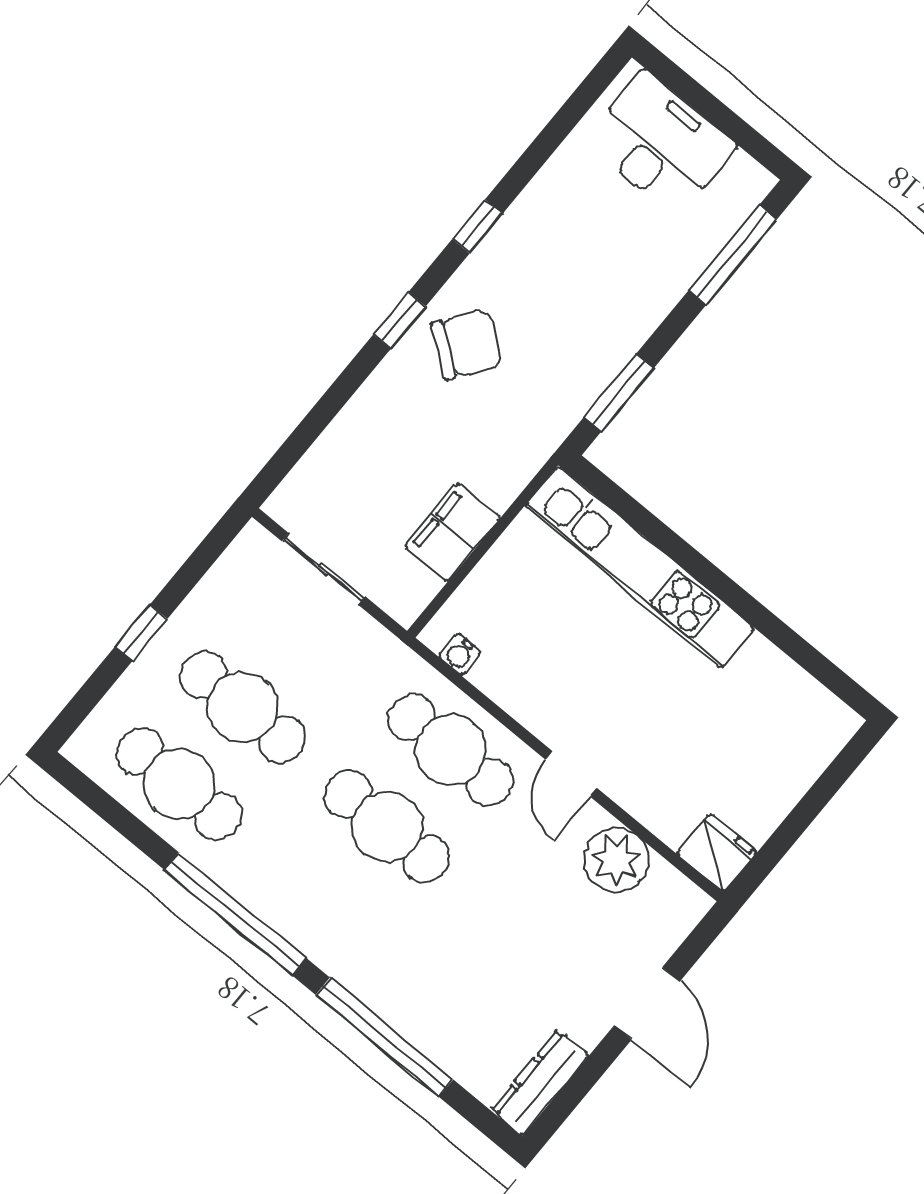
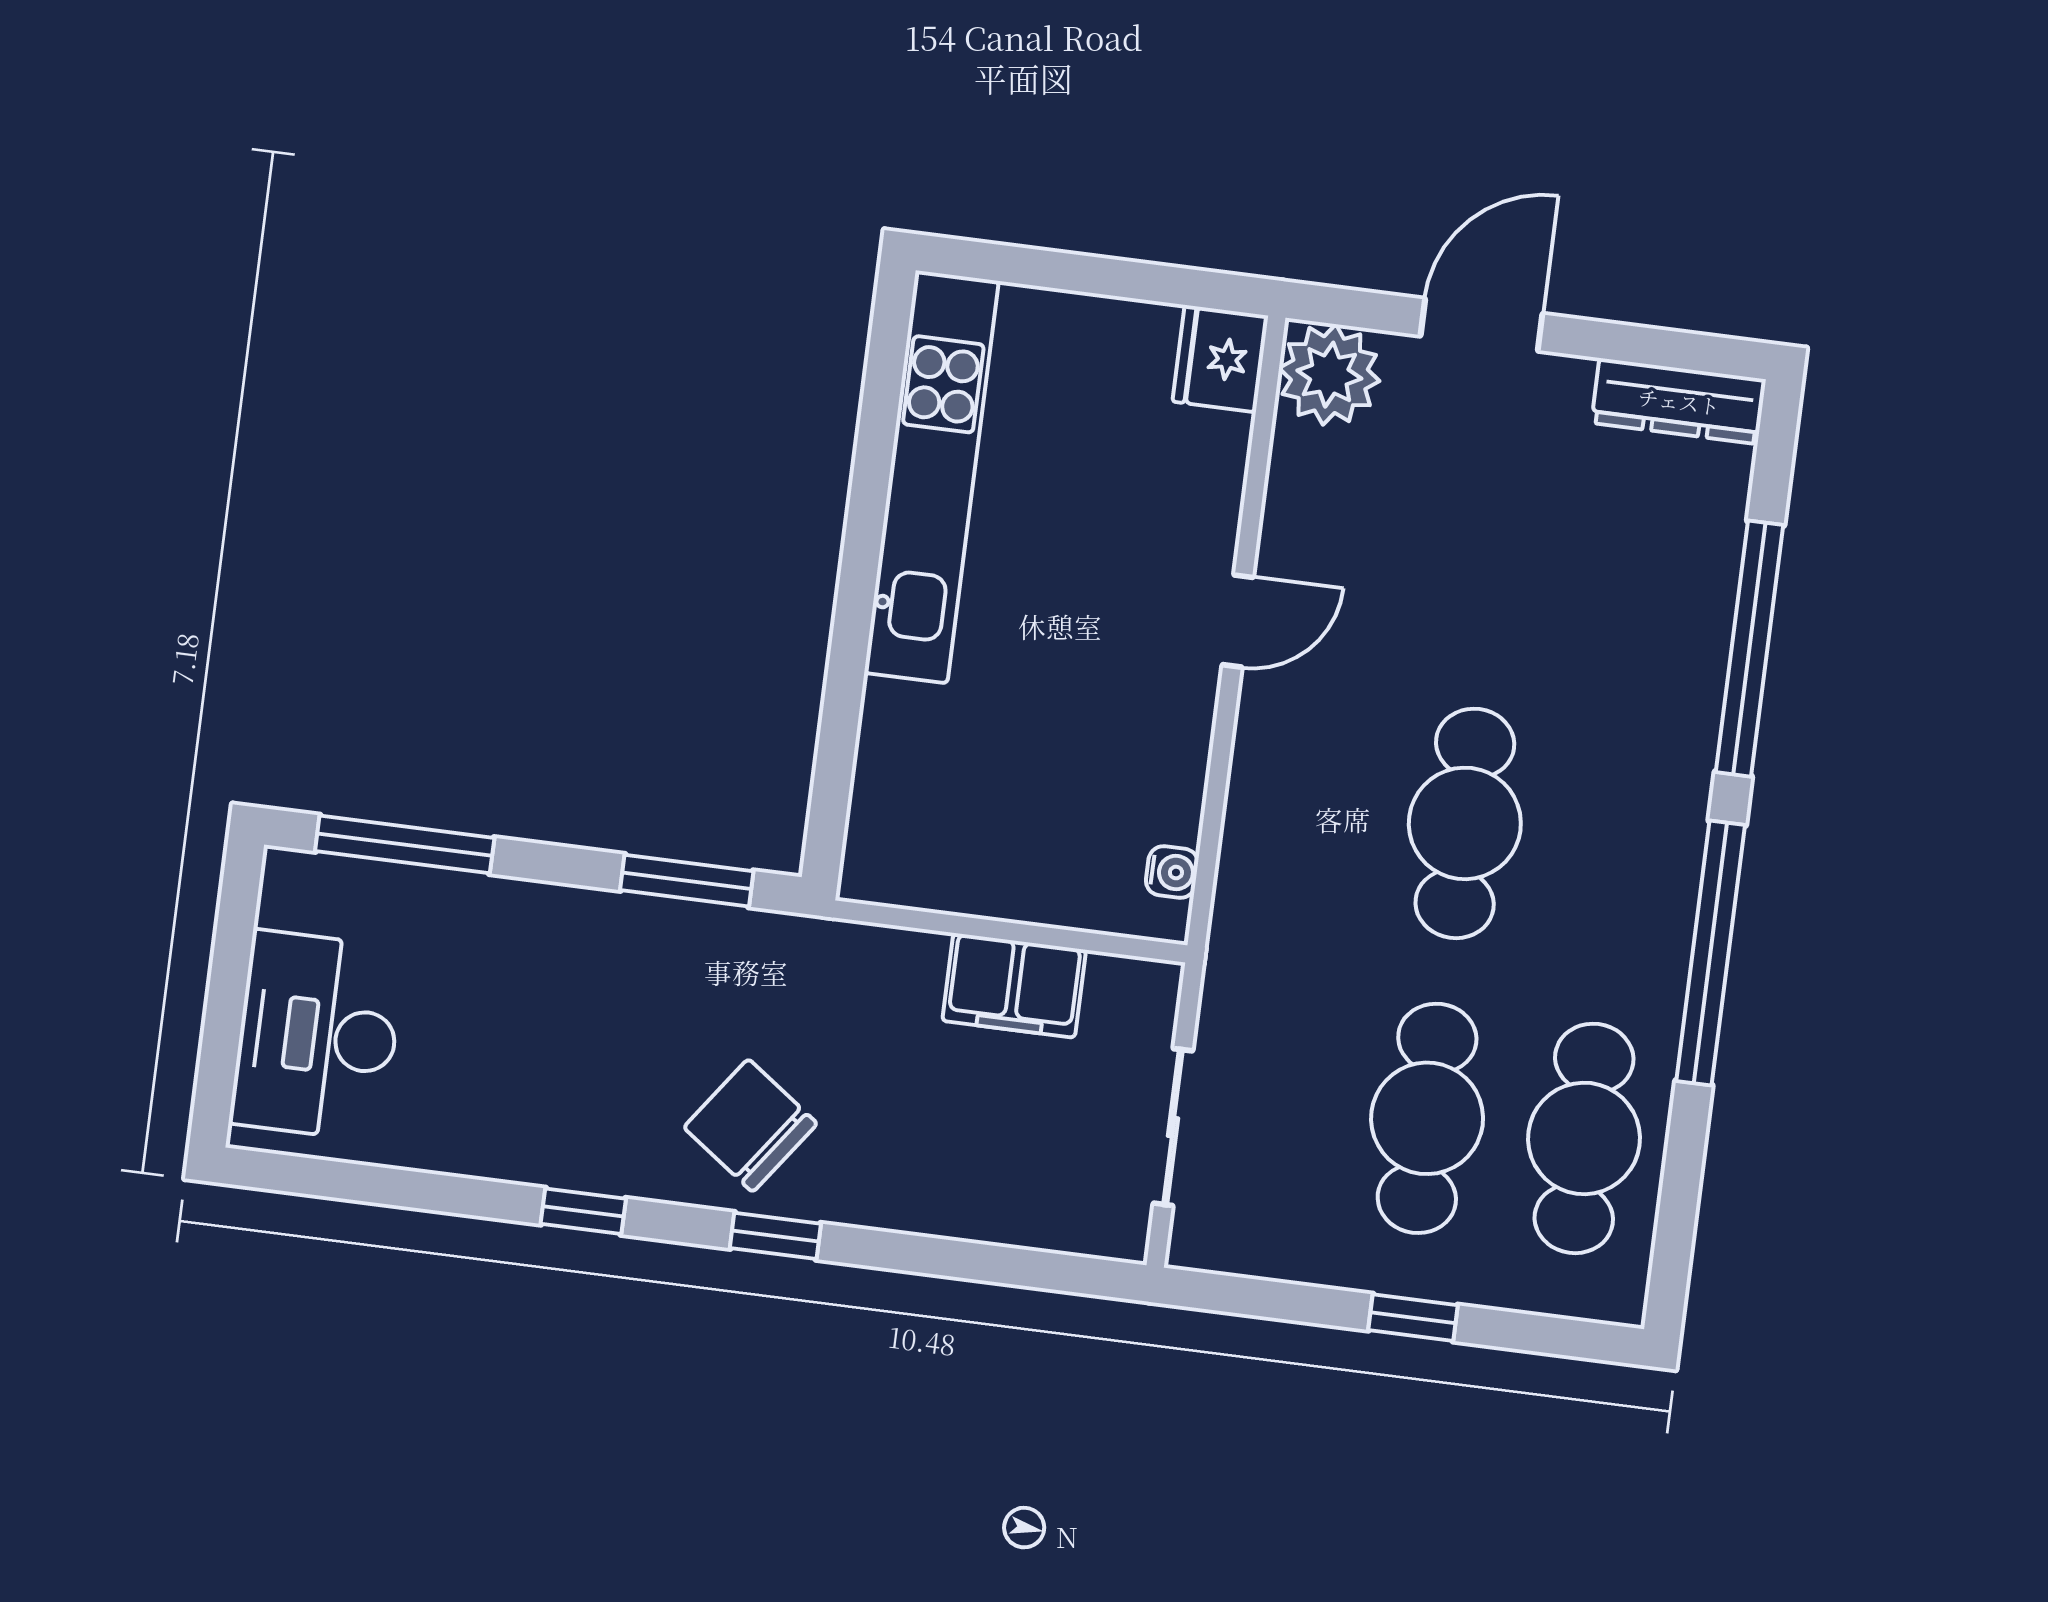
kitchen unit: (640, 567) -> (931, 477), moved
cafe table: (451, 750) -> (1308, 803), removed
plant: (616, 860) -> (1329, 375), moved

